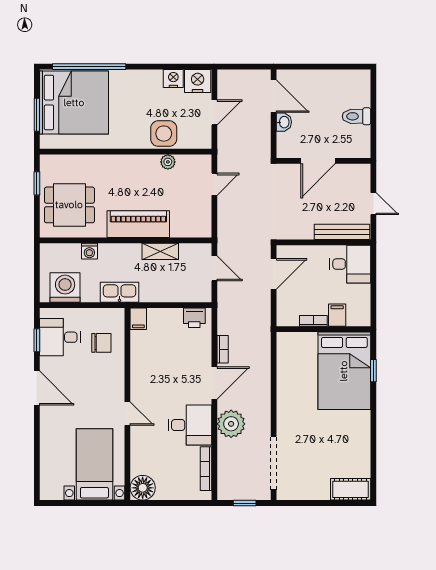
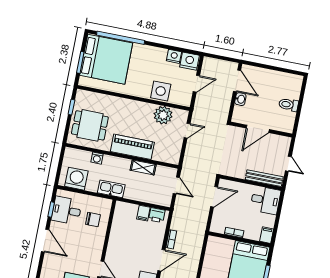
plant: (168, 162) -> (163, 115), width x1.88, depth x1.88
filing cabinet: (337, 315) -> (267, 235), moved
filing cabinet: (138, 319) -> (143, 213), moved

